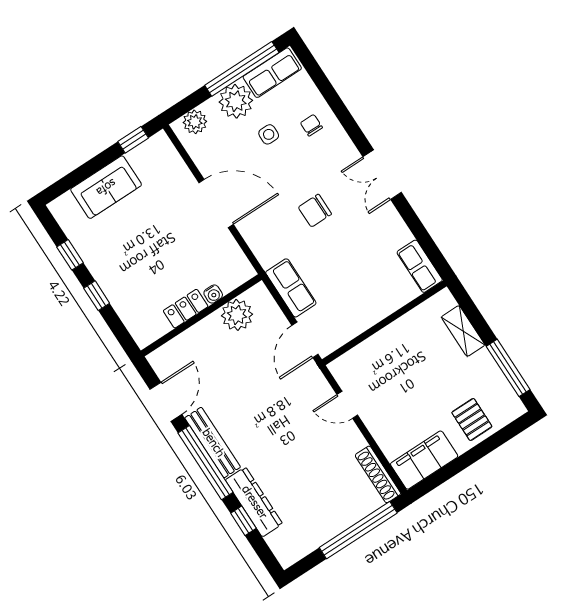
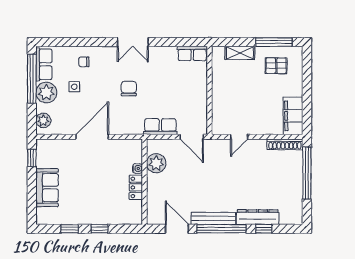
chair: (315, 211) -> (129, 89), turned 180
pallet: (472, 419) -> (276, 66), moved

